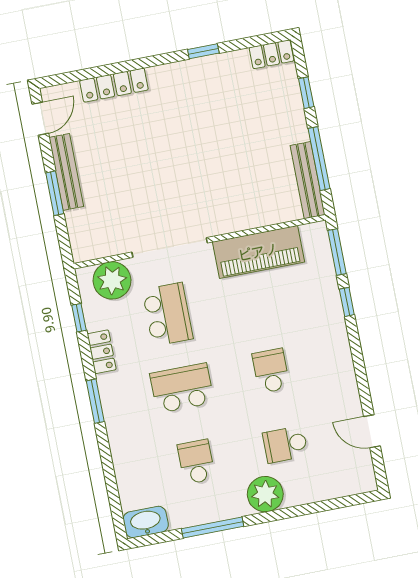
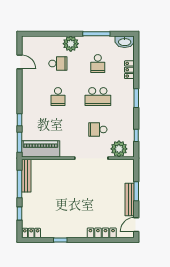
piano: (258, 252) -> (41, 149), moved
school desk: (168, 314) -> (98, 129), width x0.54
locker: (102, 352) -> (129, 70), moved

